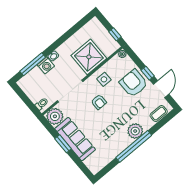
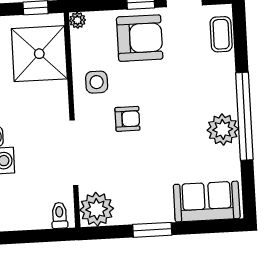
shower: (89, 57) -> (39, 54), moved
armchair: (133, 83) -> (140, 38), turned 180
plant: (135, 131) -> (223, 129), moved
sofa: (75, 139) -> (207, 202), moved, width x0.73

